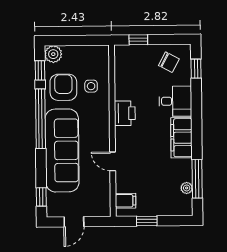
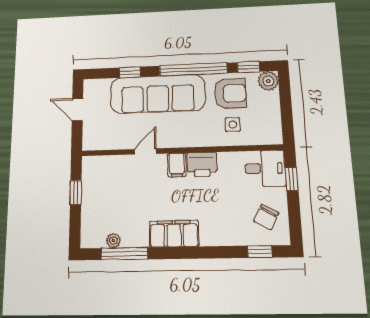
desk: (175, 101) -> (265, 168), moved, turned -90
window: (41, 197) -> (130, 72), moved
filing cabinet: (126, 201) -> (177, 165), moved

